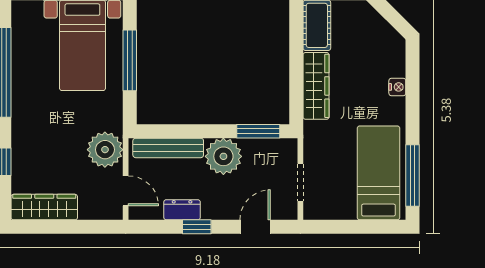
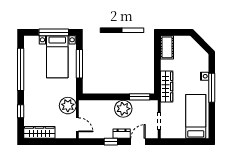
wardrobe: (316, 86) -> (167, 87), moved
bench: (168, 148) -> (97, 105), removed
window: (413, 175) -> (212, 88), moved
dresser: (182, 210) -> (122, 134), moved

